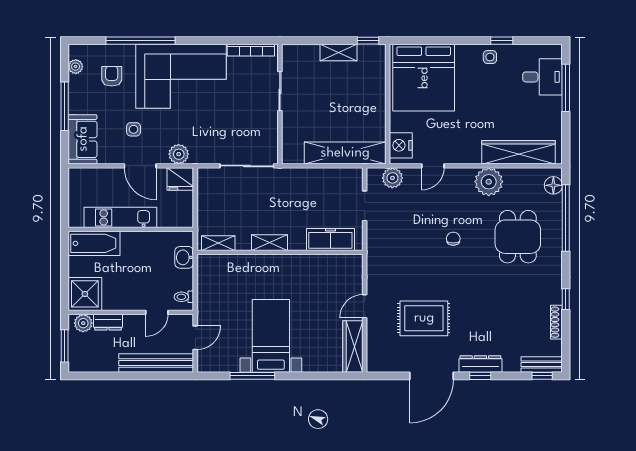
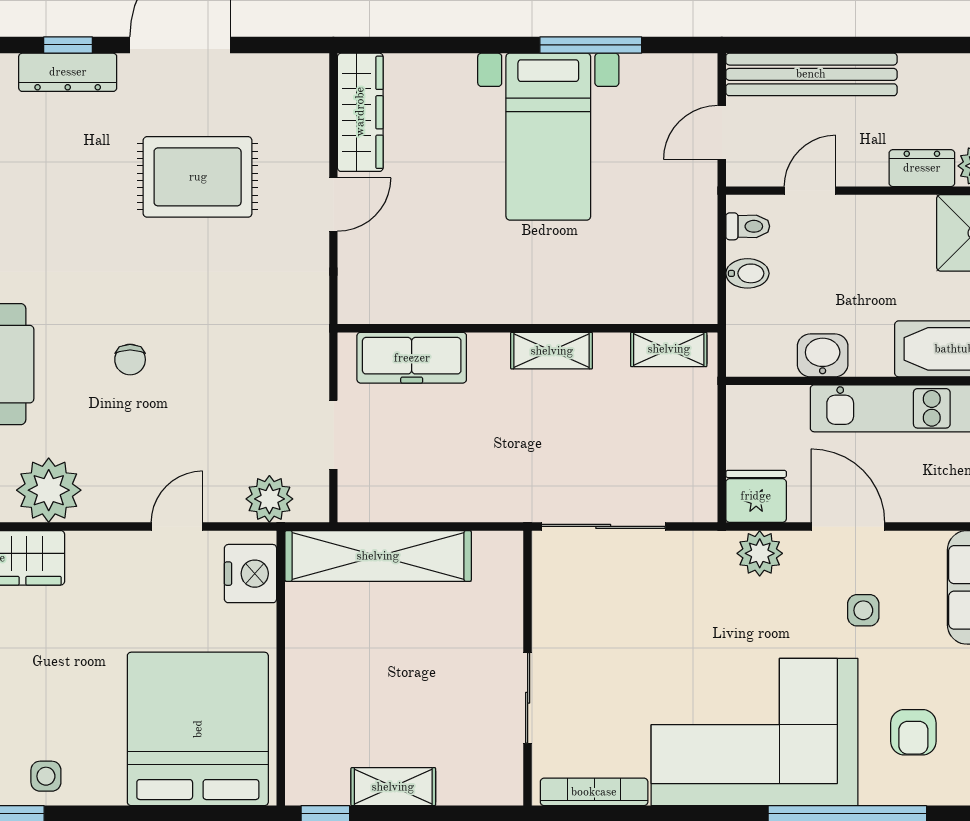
washbasin: (184, 257) -> (823, 355), moved, turned -90
bidet: (184, 276) -> (747, 273), added

